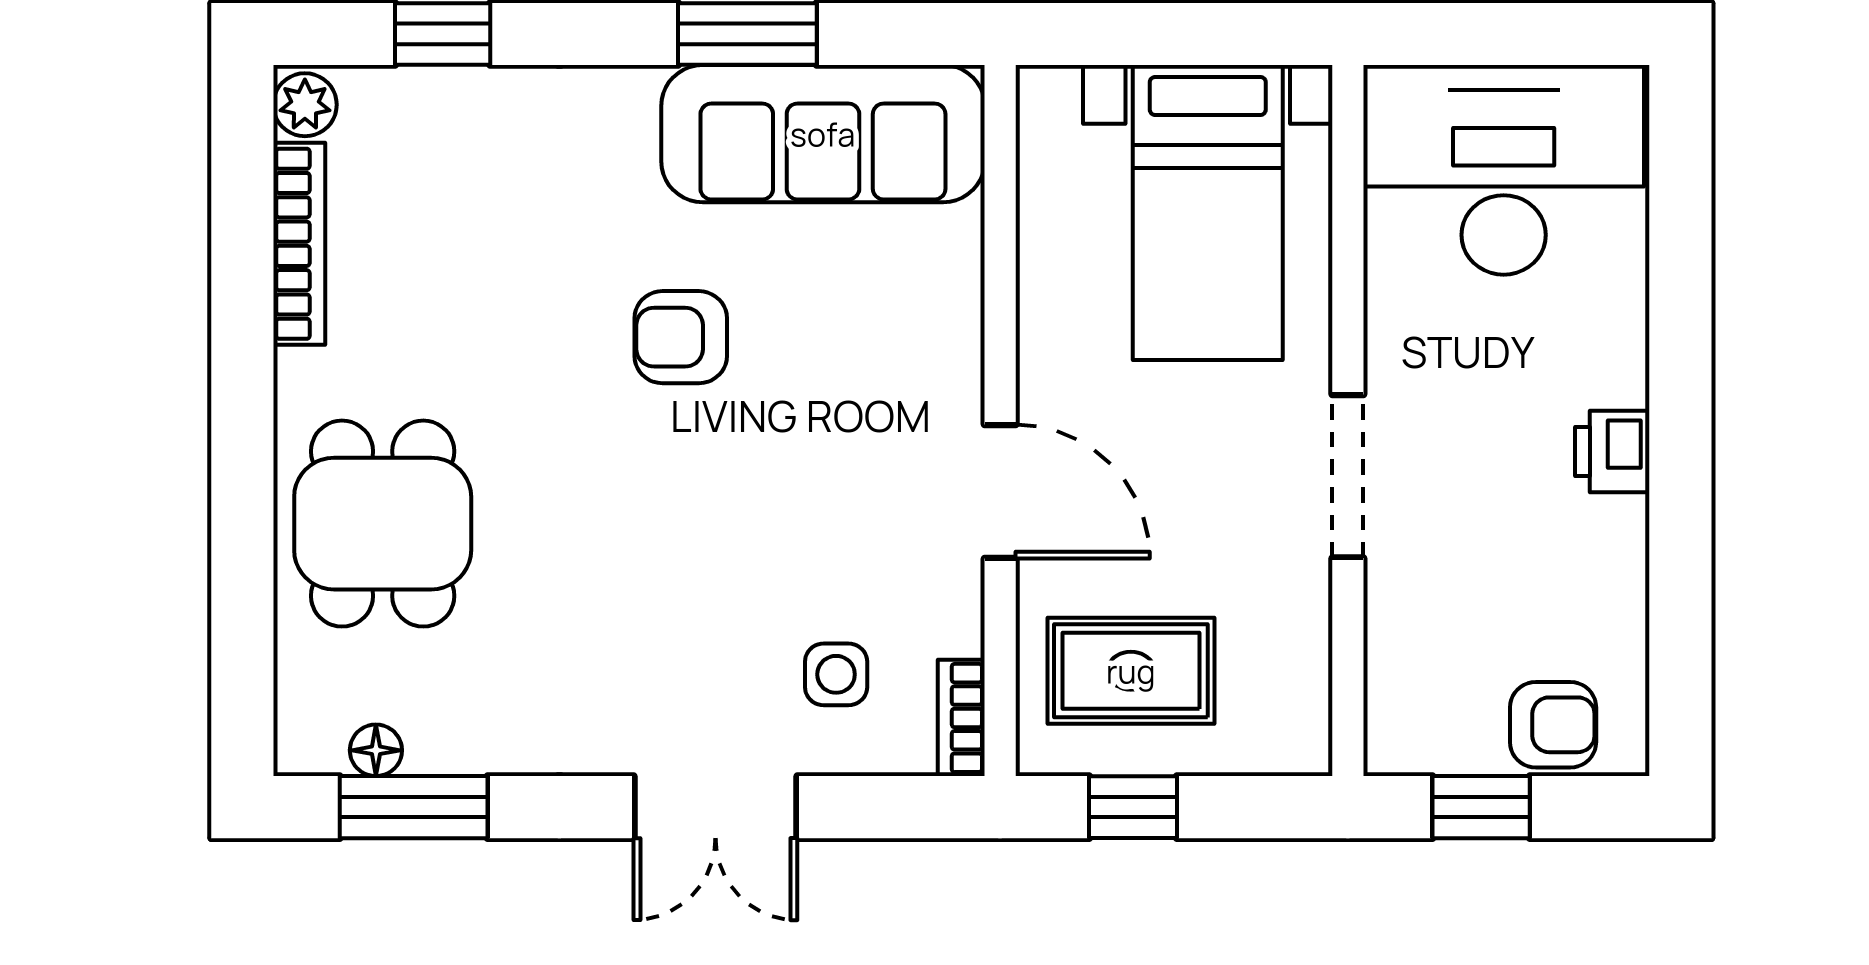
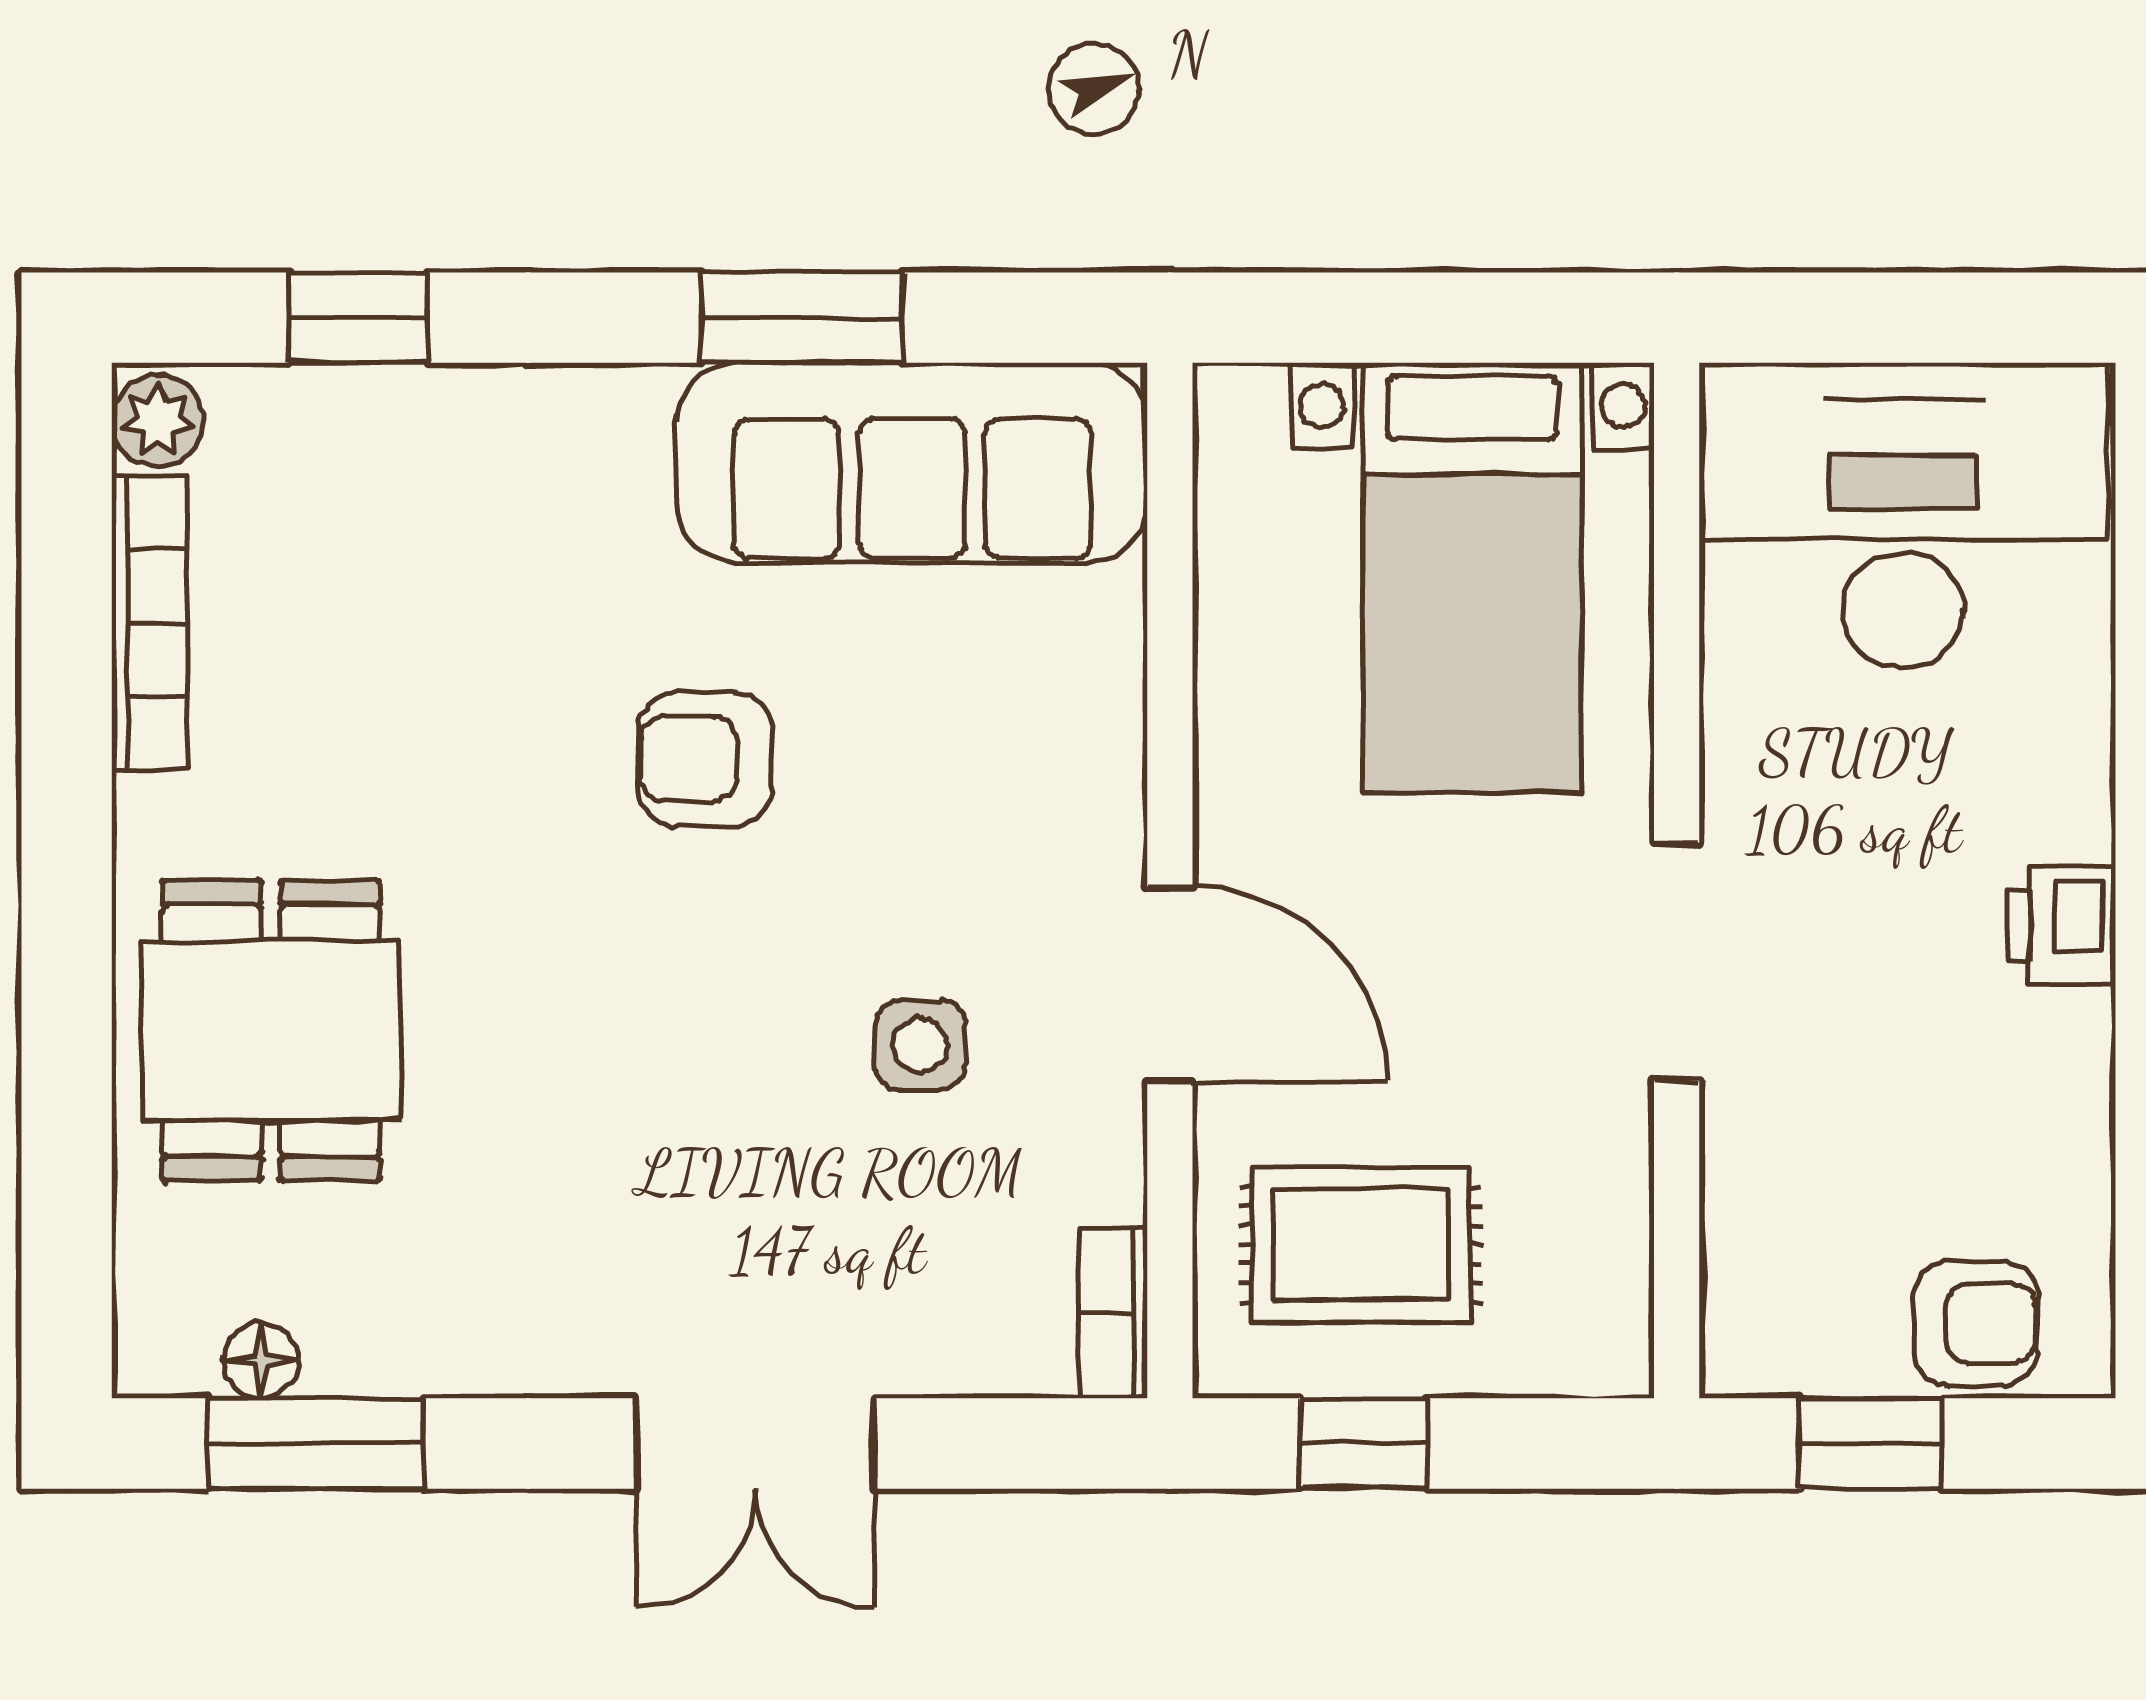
side table: (836, 674) -> (920, 1045), moved

